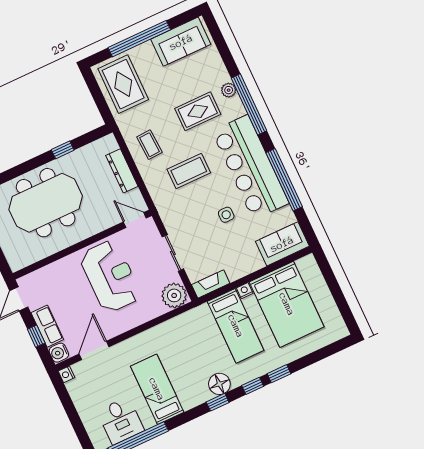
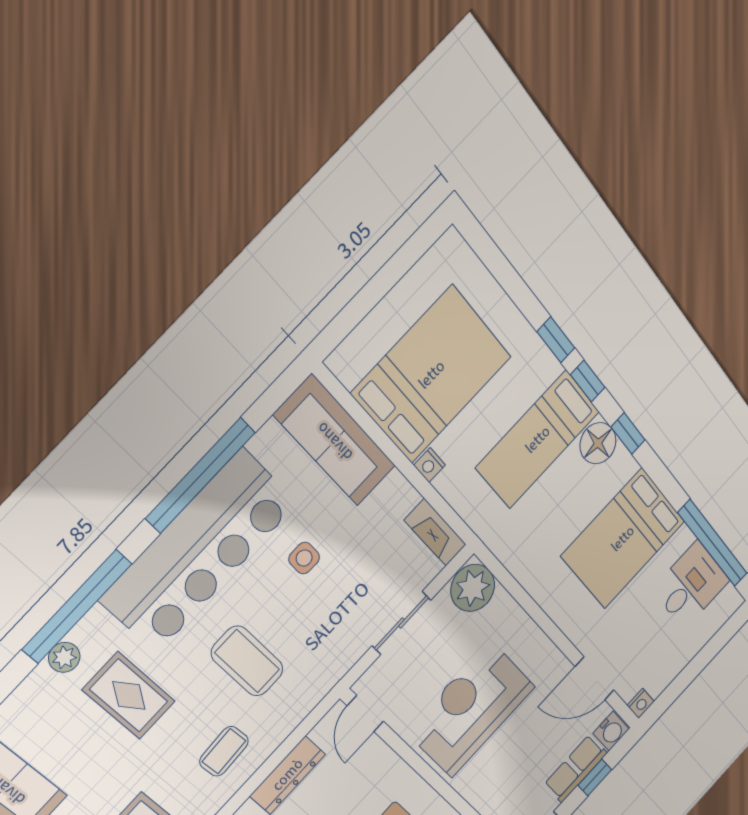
sofa: (282, 244) -> (335, 441), width x1.36
bed: (236, 326) -> (538, 440), moved, turned 180
bed: (157, 389) -> (623, 539), width x1.50

